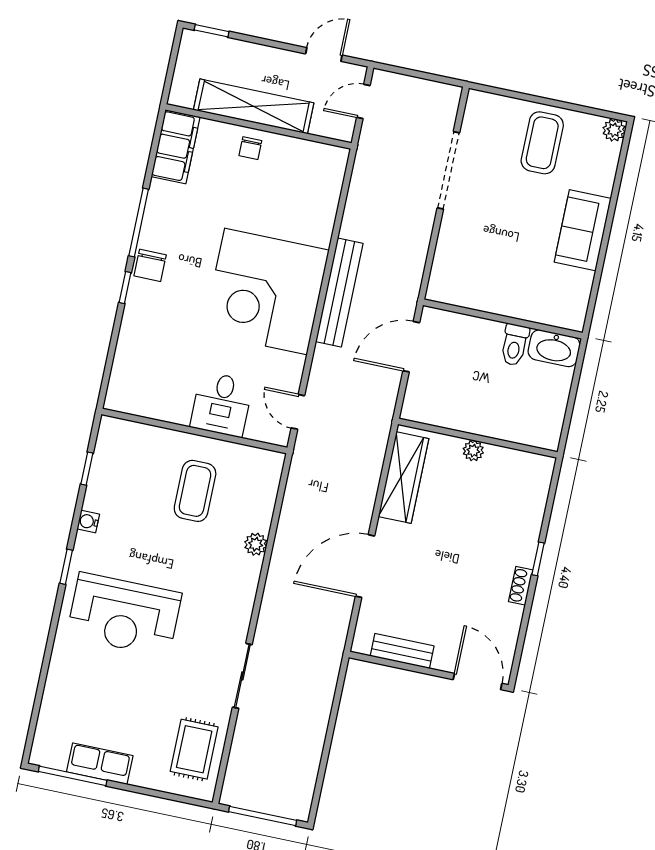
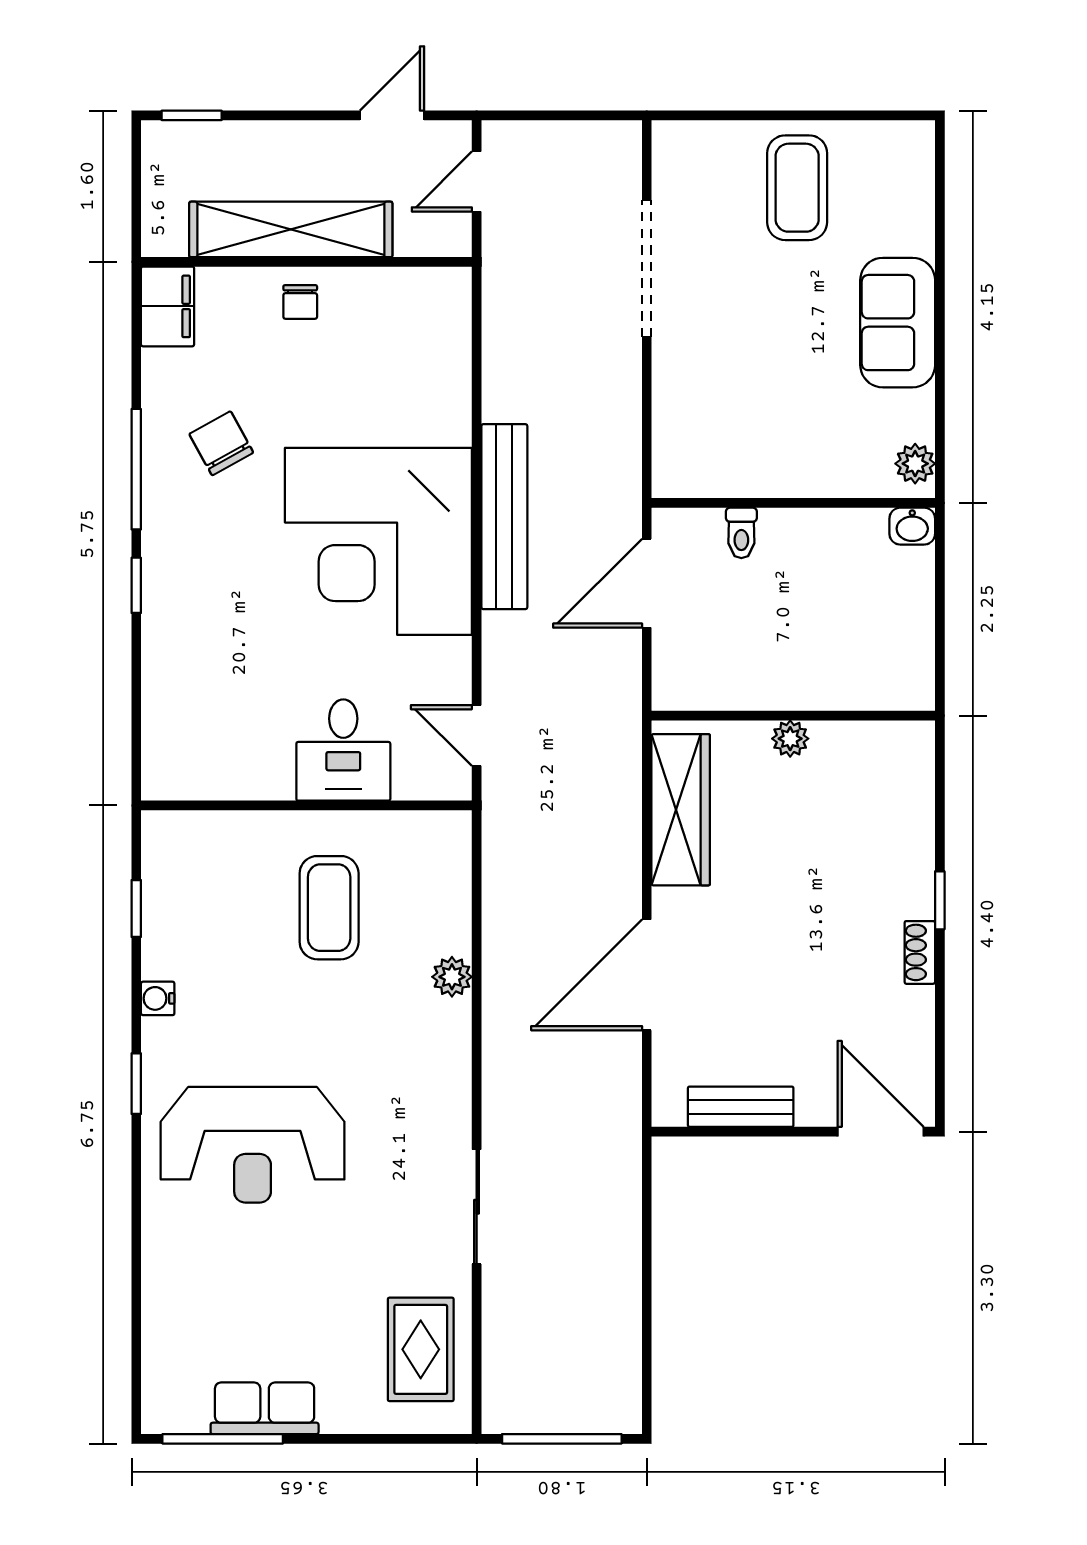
plant: (614, 130) -> (915, 464), moved
filing cabinet: (176, 147) -> (168, 306), width x0.67, depth x0.86
chair: (150, 265) -> (221, 443), moved, turned 151
toilet: (515, 345) -> (741, 533), moved, width x0.73, depth x0.72
washbasin: (554, 348) -> (912, 526), width x0.52, depth x0.69

